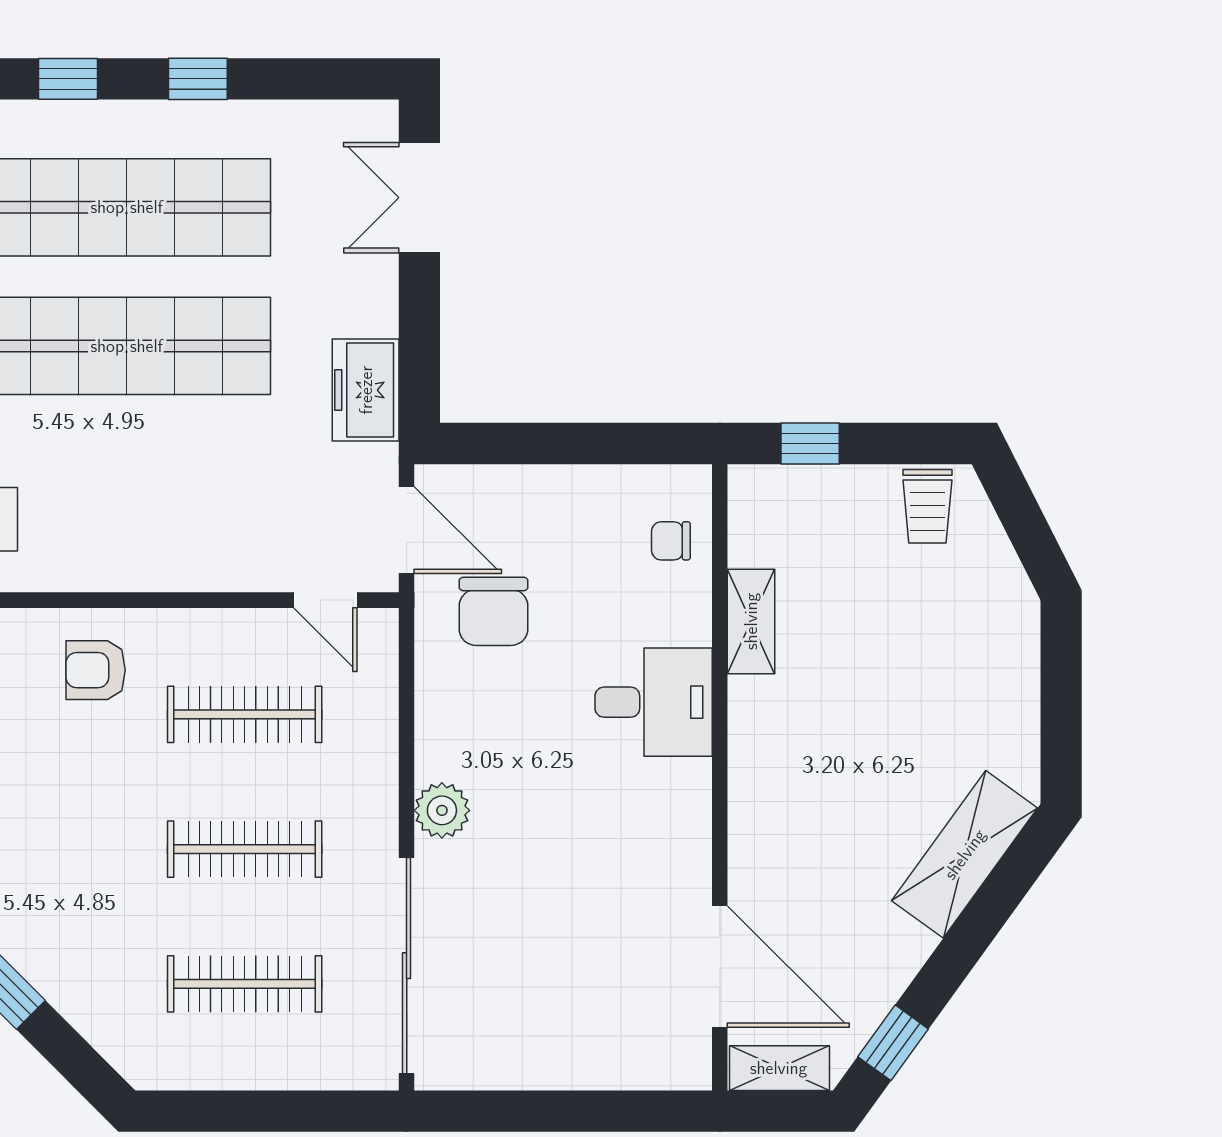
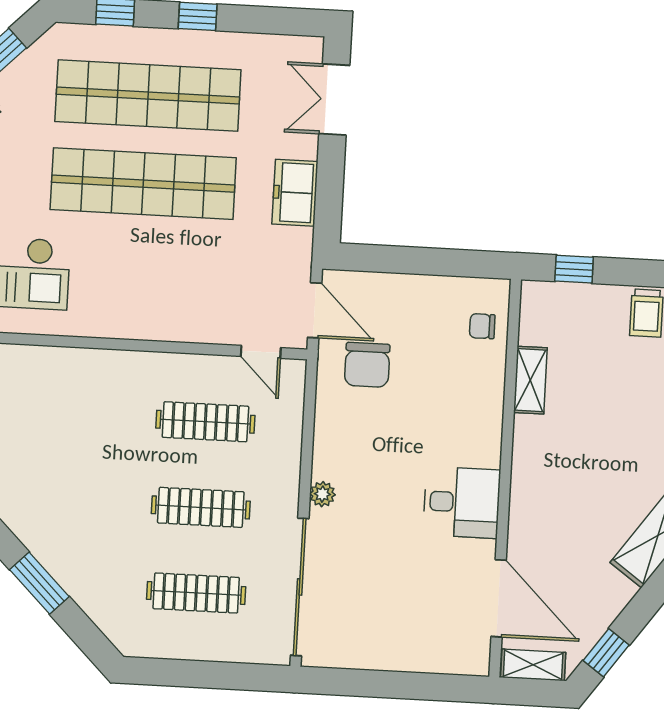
freezer: (366, 390) -> (295, 193), moved
armchair: (96, 670) -> (112, 389), removed
desk: (654, 702) -> (462, 502), moved
plant: (442, 810) -> (322, 494), width x0.73, depth x0.73

